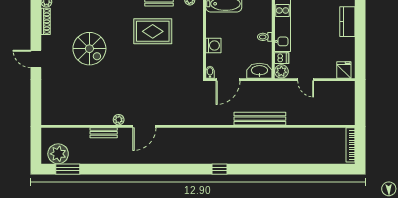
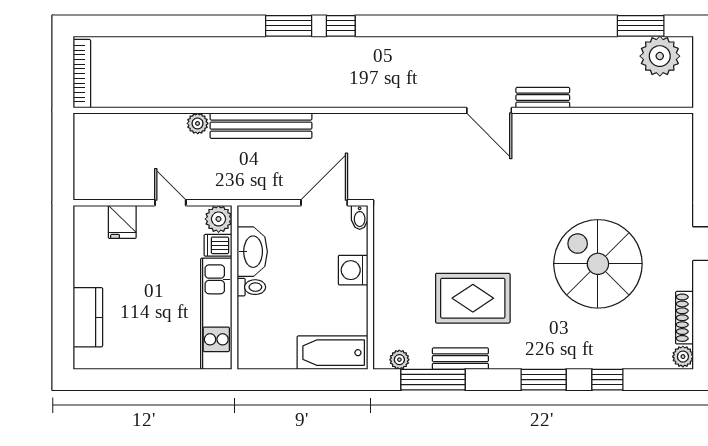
spiral stairs: (89, 49) -> (598, 264), width x1.37, depth x1.37
fridge: (344, 70) -> (122, 222), moved
washbasin: (259, 71) -> (252, 252), moved, turned -90
plant: (119, 120) -> (198, 123), moved
door: (144, 126) -> (489, 110), swing flipped
bench: (104, 133) -> (543, 98), moved
window: (246, 169) -> (289, 26), added

